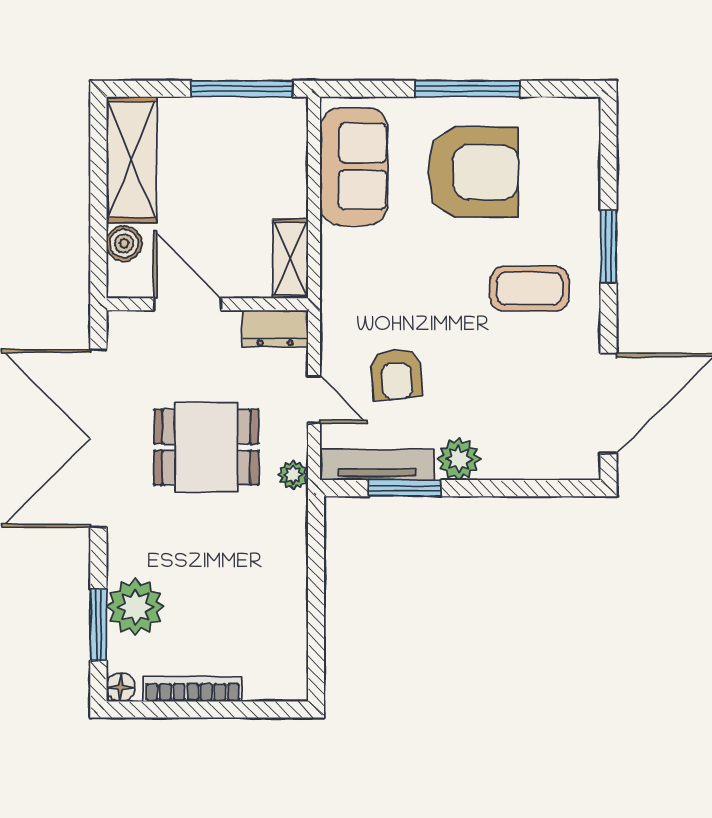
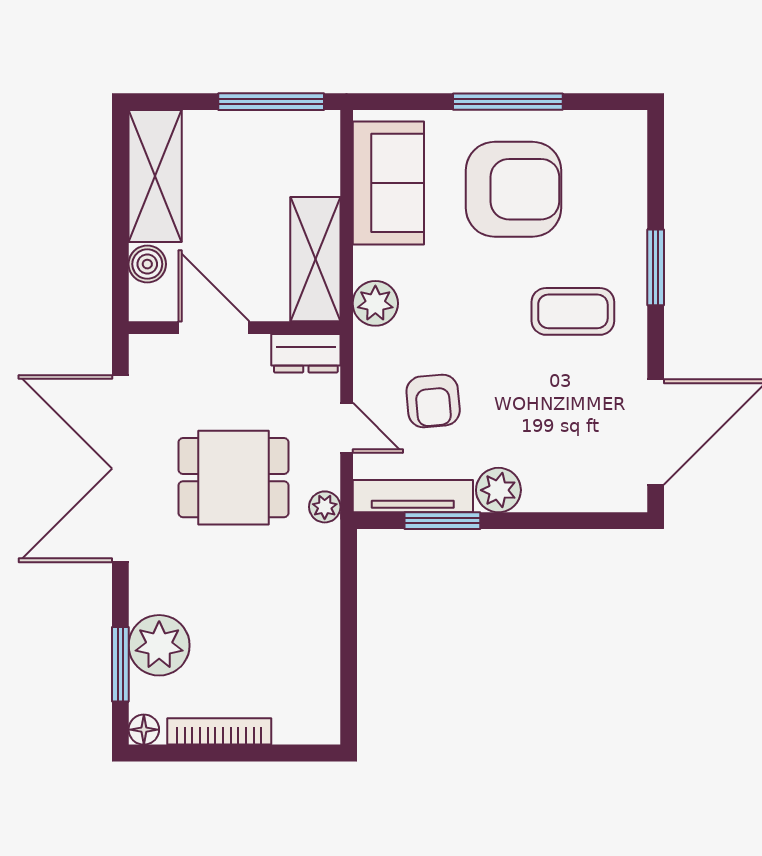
shelving: (290, 259) -> (315, 259), width x1.50, depth x1.33
plant: (341, 281) -> (375, 303), added

